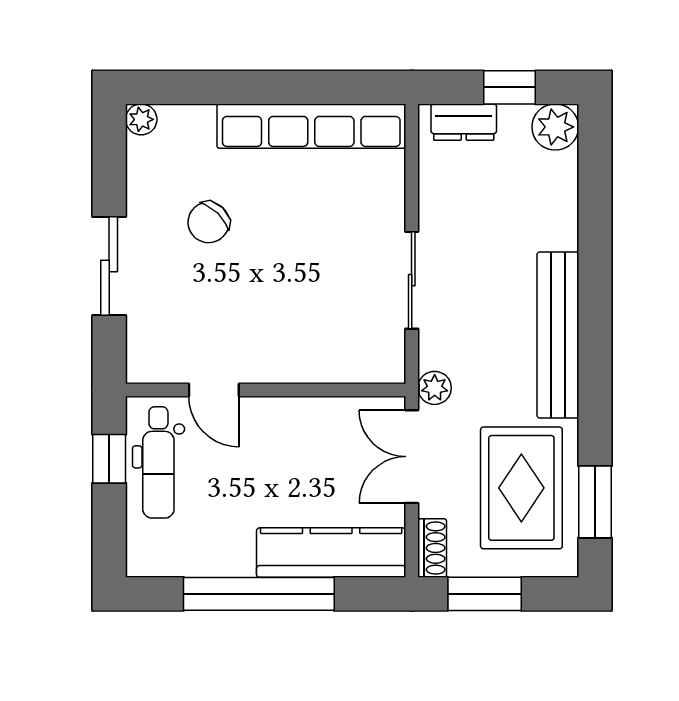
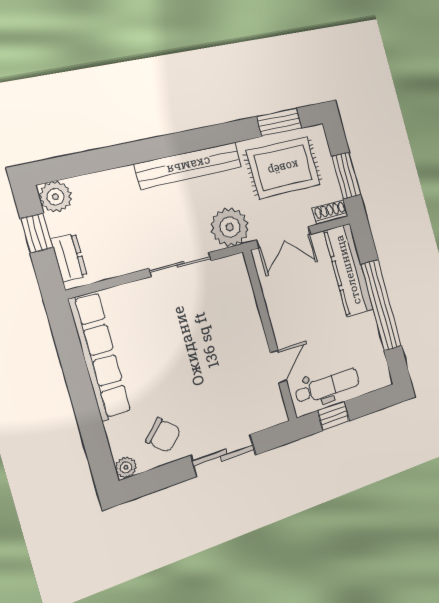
chair: (209, 222) -> (163, 435), moved
plant: (435, 388) -> (230, 227), width x1.88, depth x1.88

